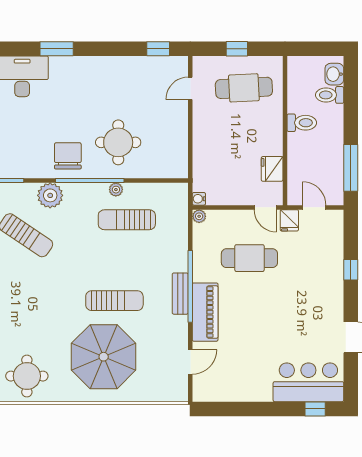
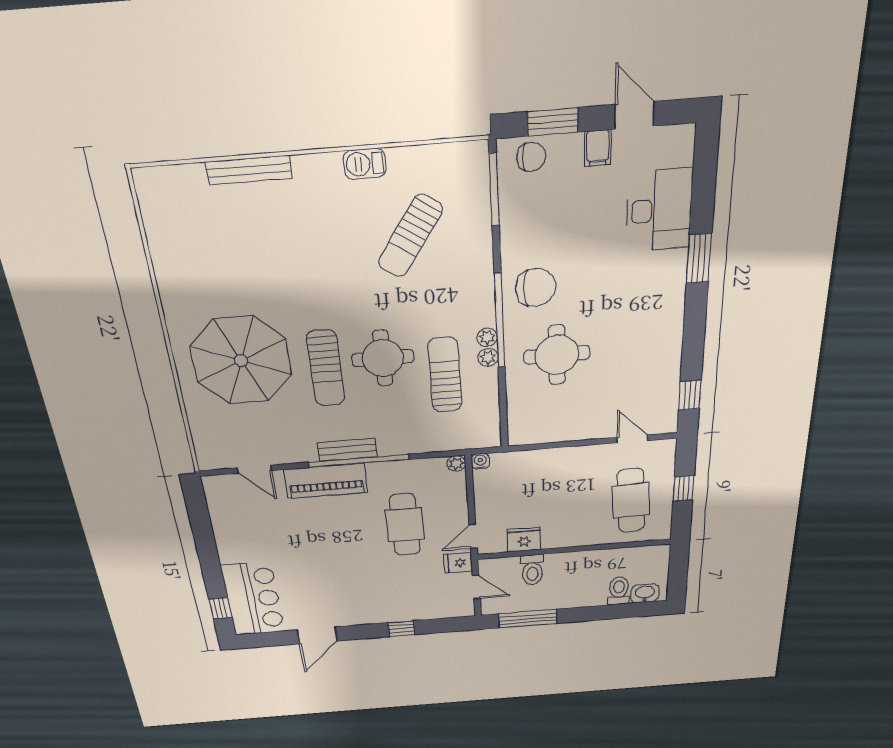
toilet: (302, 123) -> (532, 570), moved
plant: (50, 195) -> (487, 337), moved, width x0.53, depth x0.53
door: (314, 207) -> (476, 587), hinge flipped
round table: (27, 376) -> (383, 358), moved

